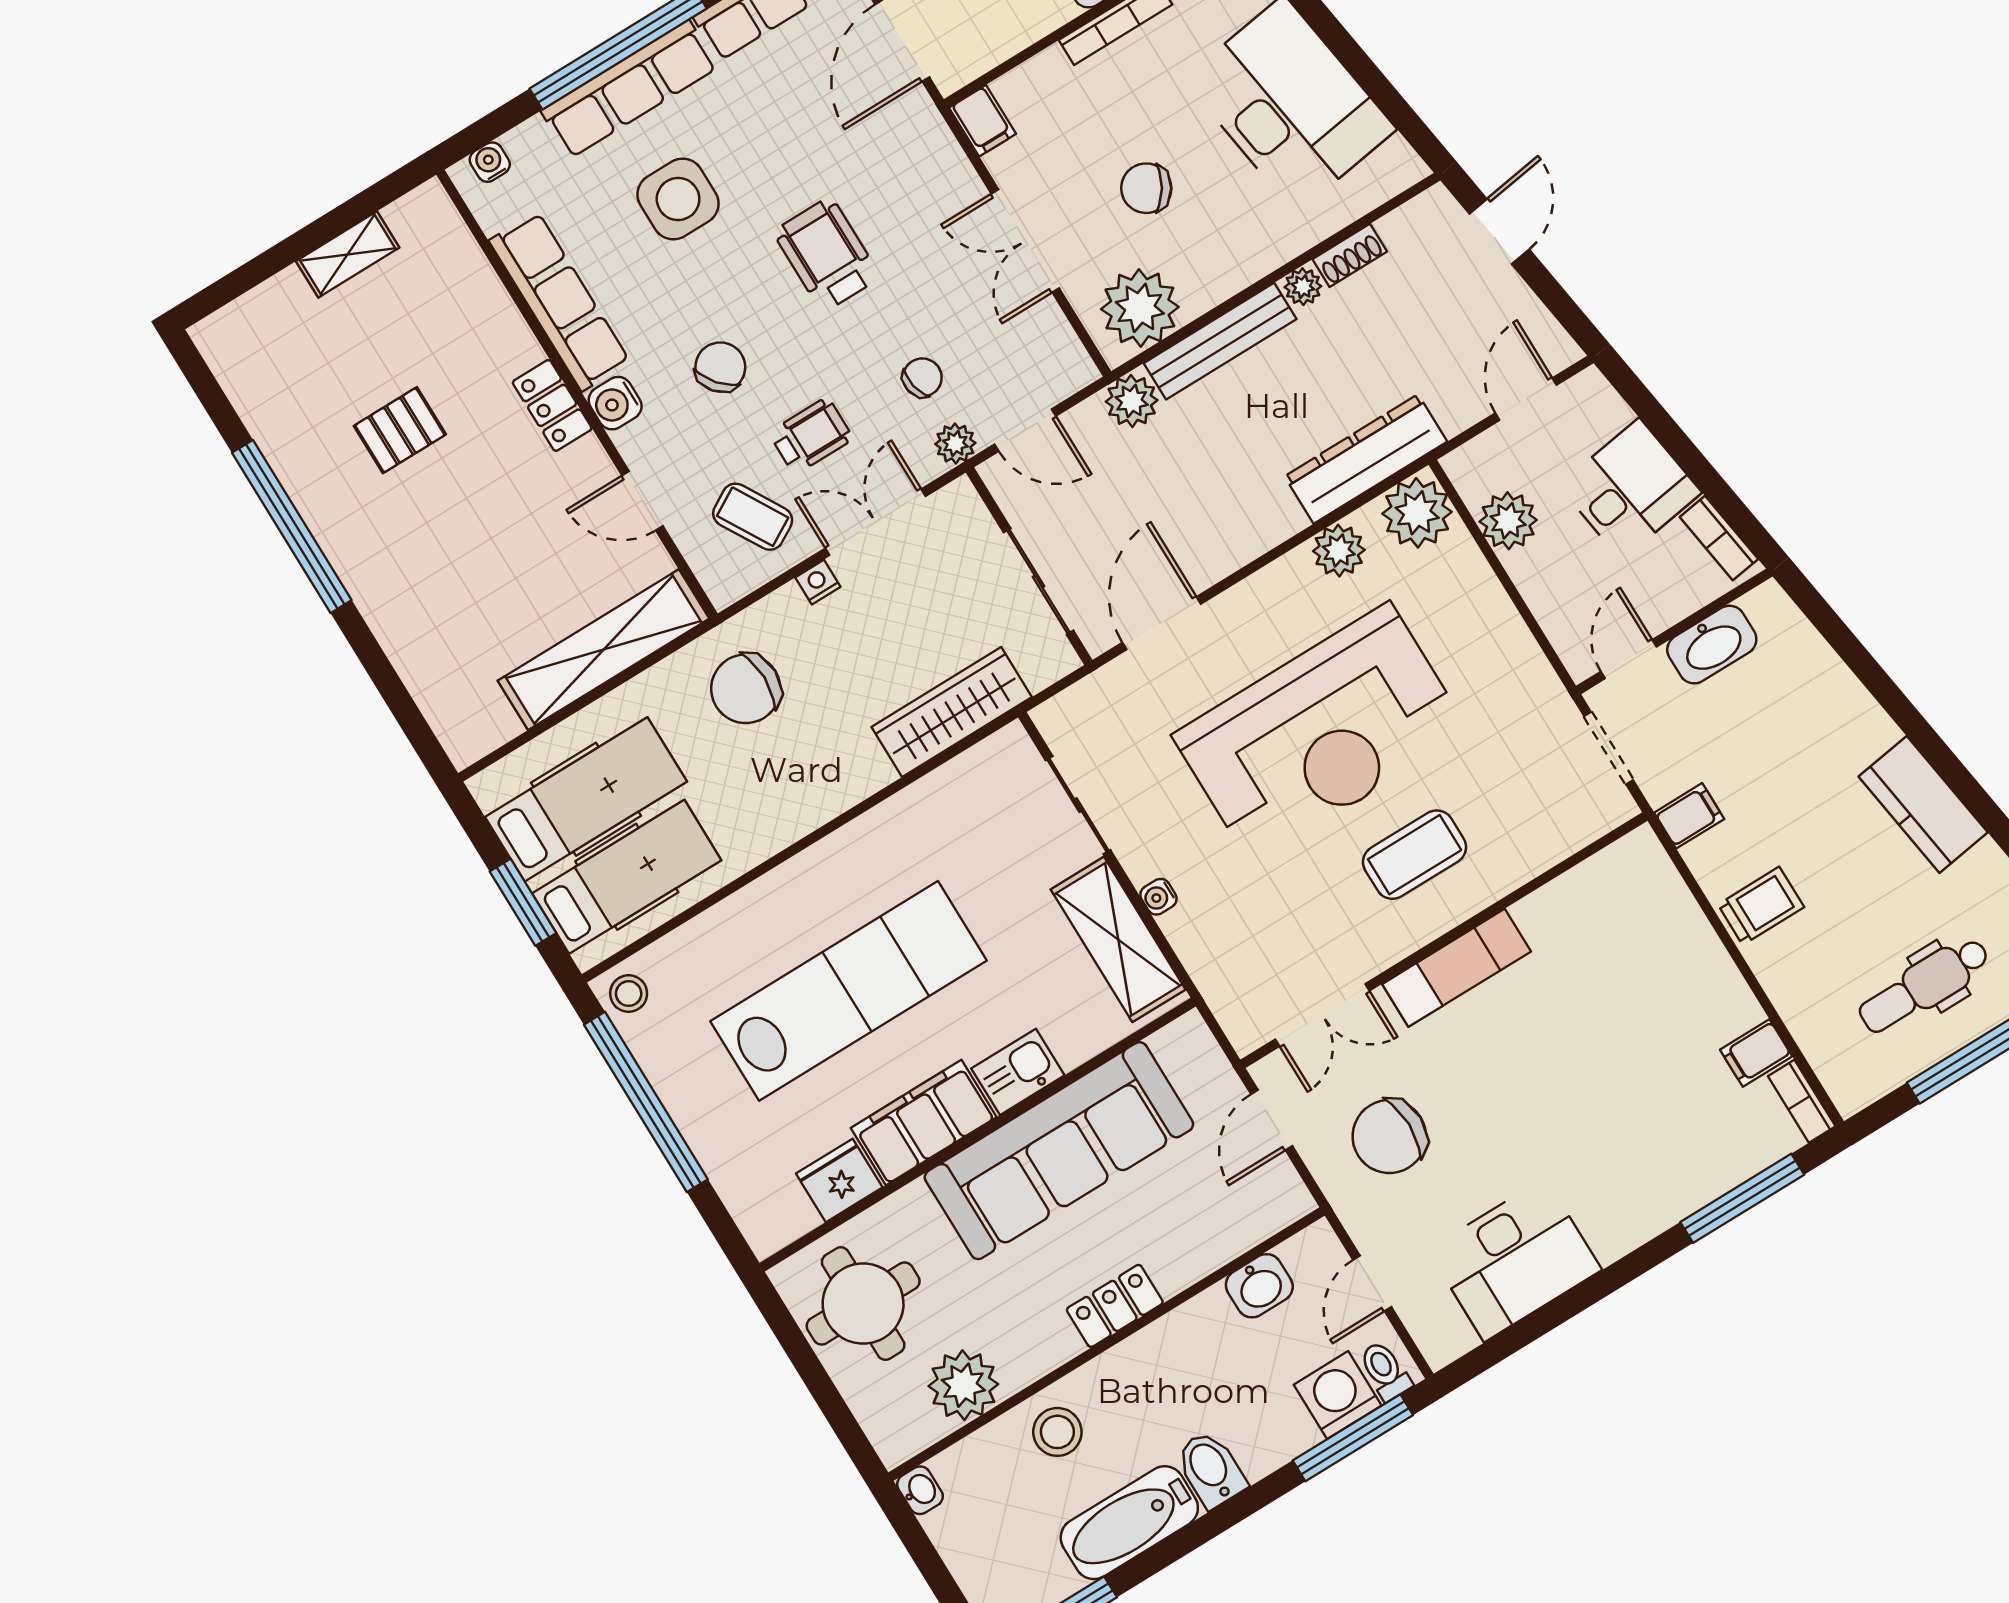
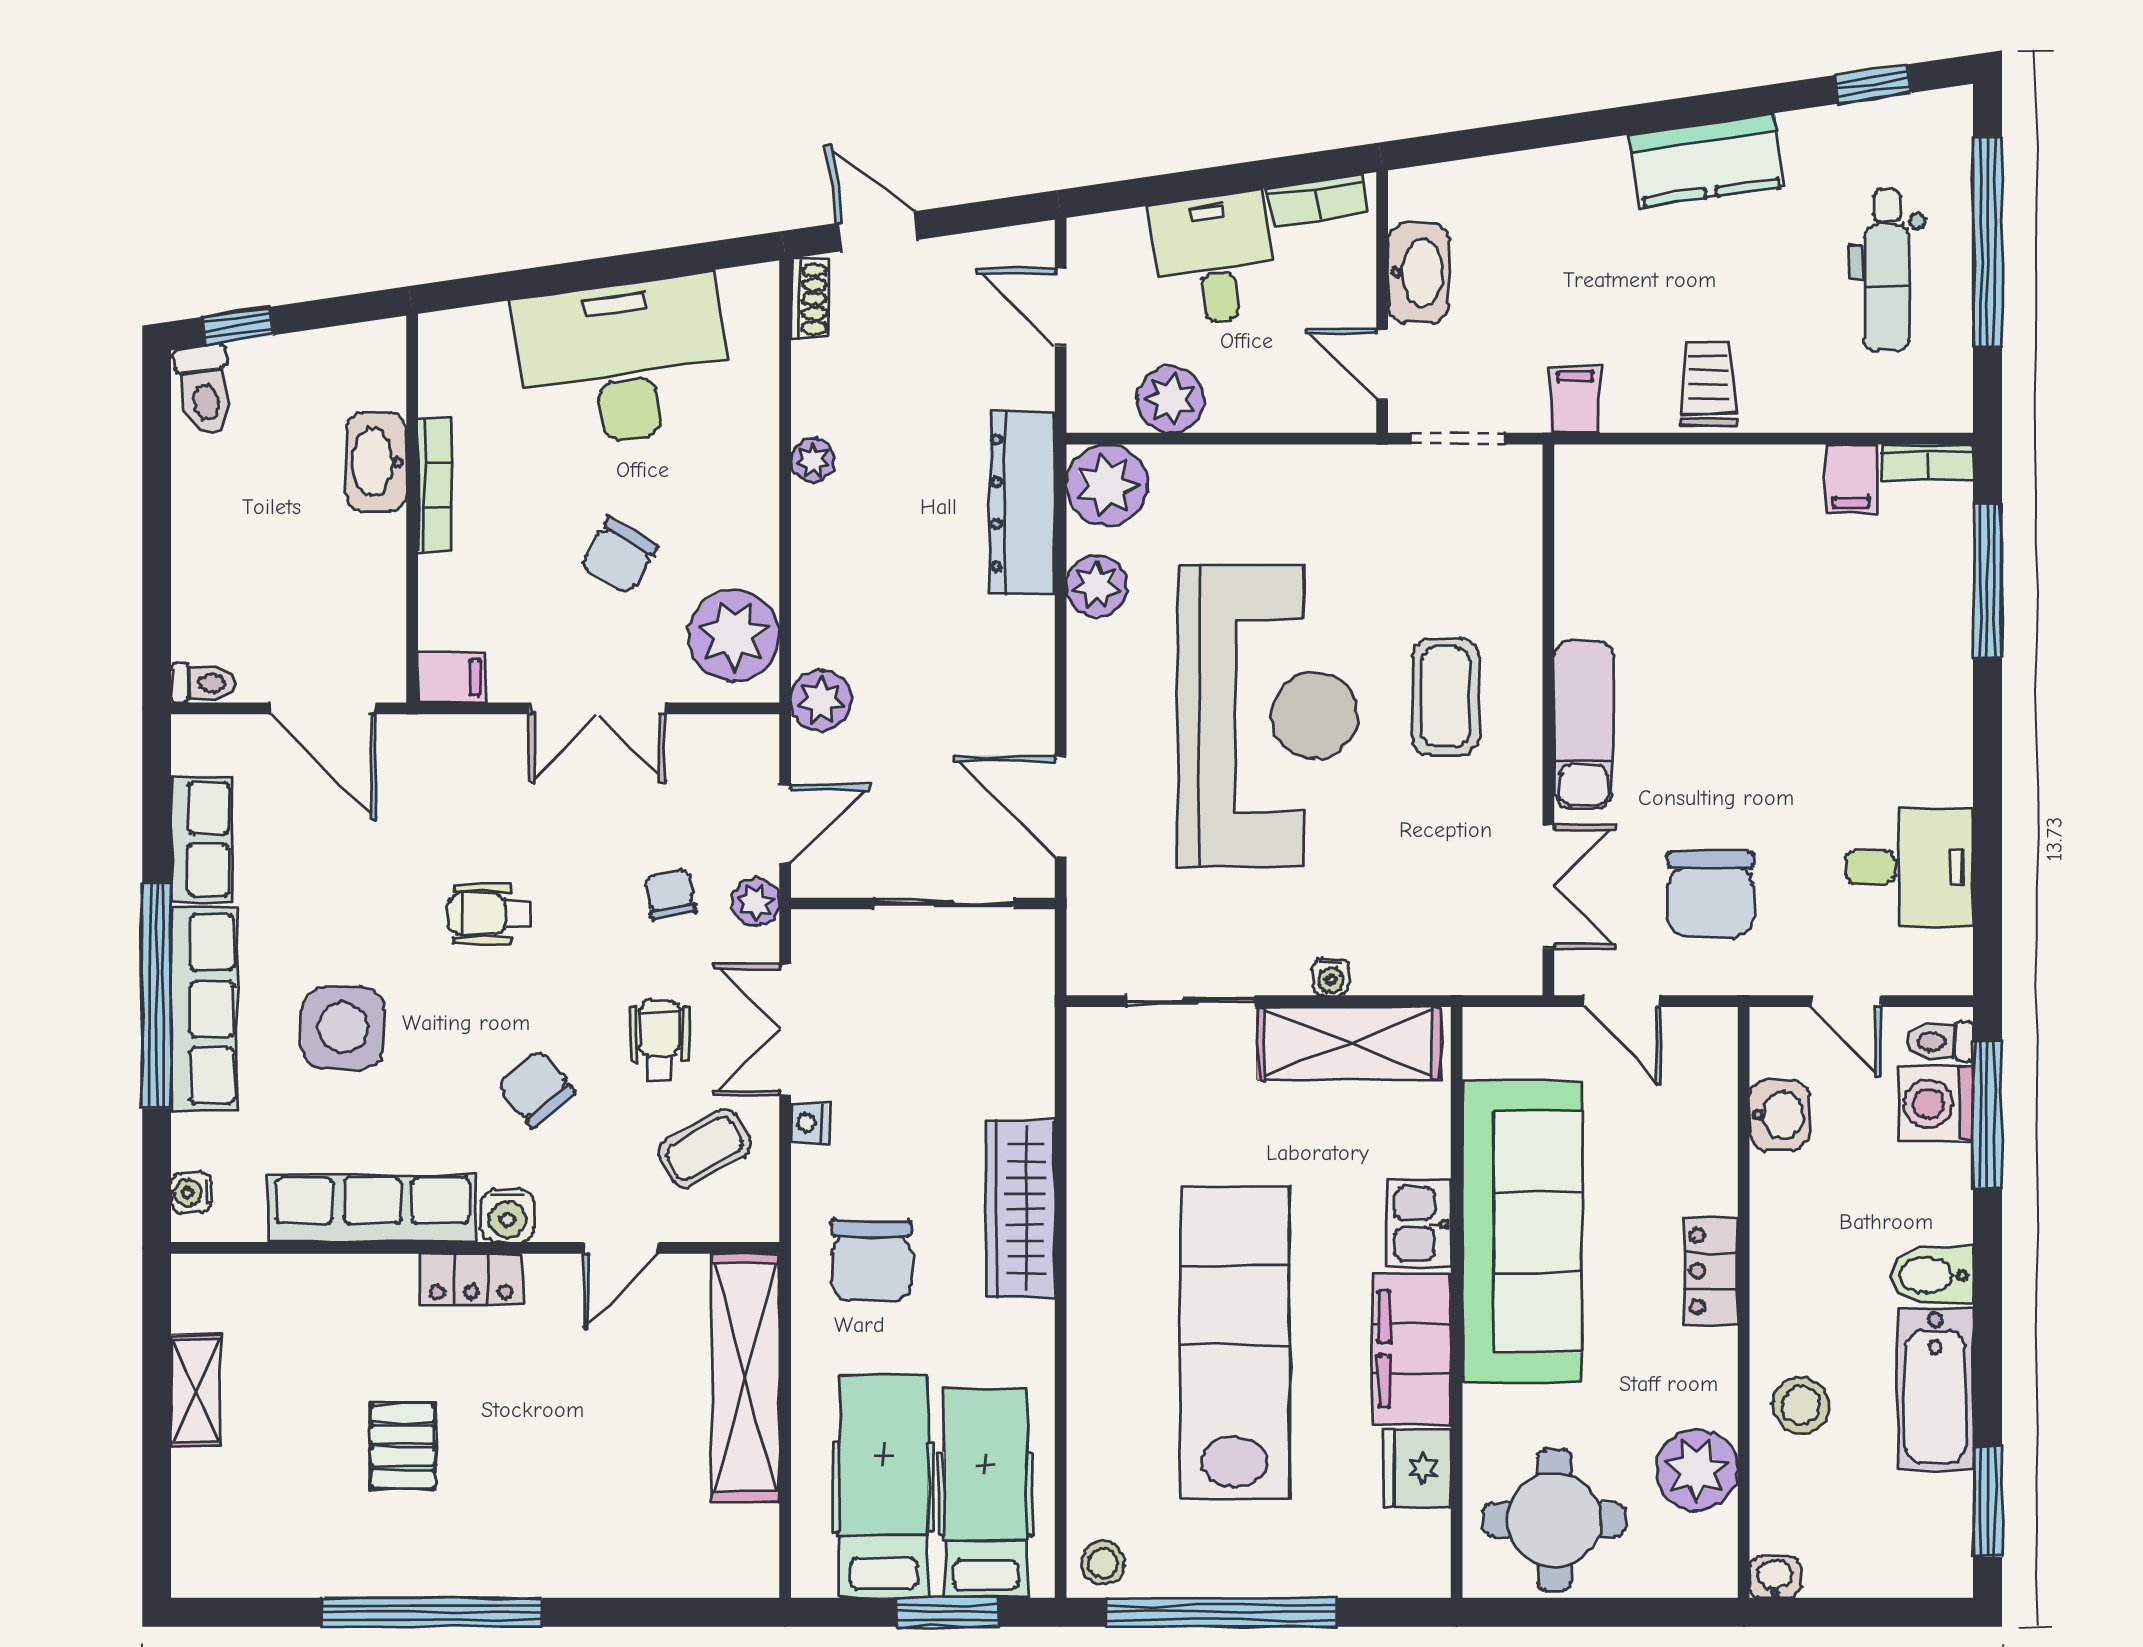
wheelchair: (827, 254) -> (489, 914), width x0.73, depth x0.73
shoe rack: (1350, 255) -> (810, 299), moved
bench: (1220, 341) -> (816, 576), removed
wardrobe: (952, 712) -> (1020, 1209), moved
desk: (1515, 1260) -> (1910, 867), width x0.73

